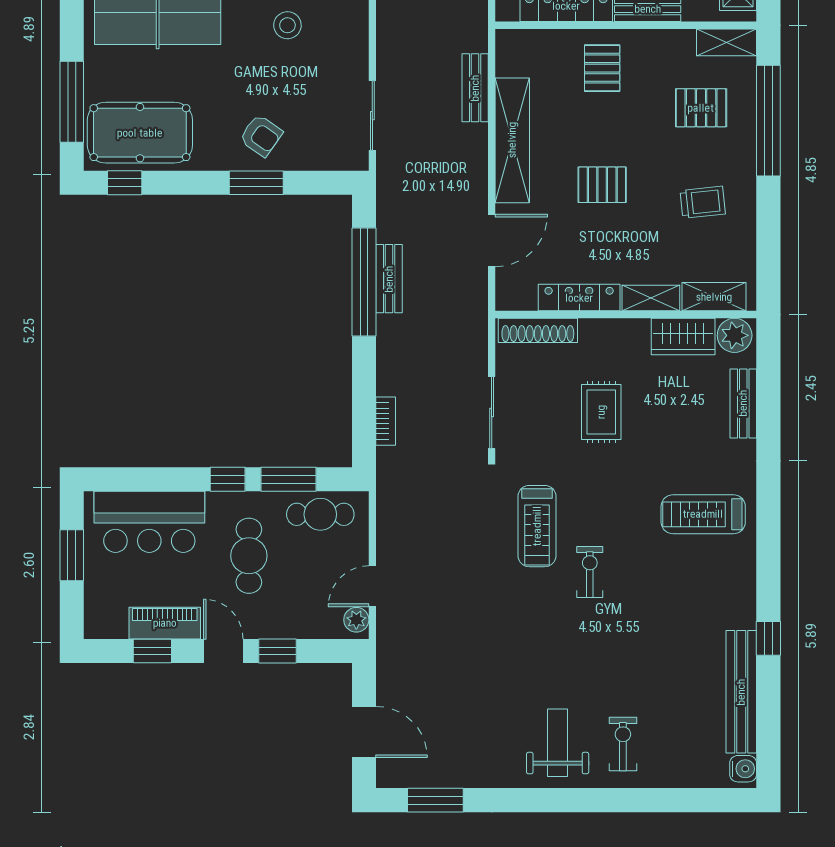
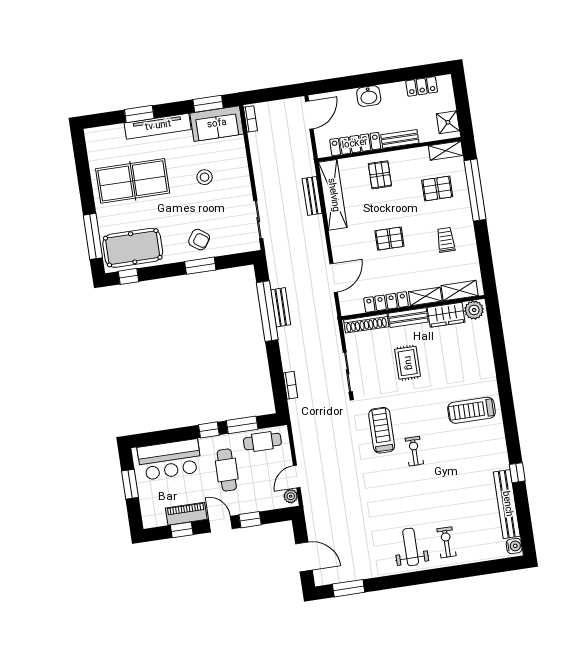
shelving: (512, 140) -> (333, 195), moved
trolley: (703, 202) -> (446, 240), turned -84
bench: (743, 403) -> (408, 318), moved, turned 90
treadmill: (537, 526) -> (382, 430), turned 180

